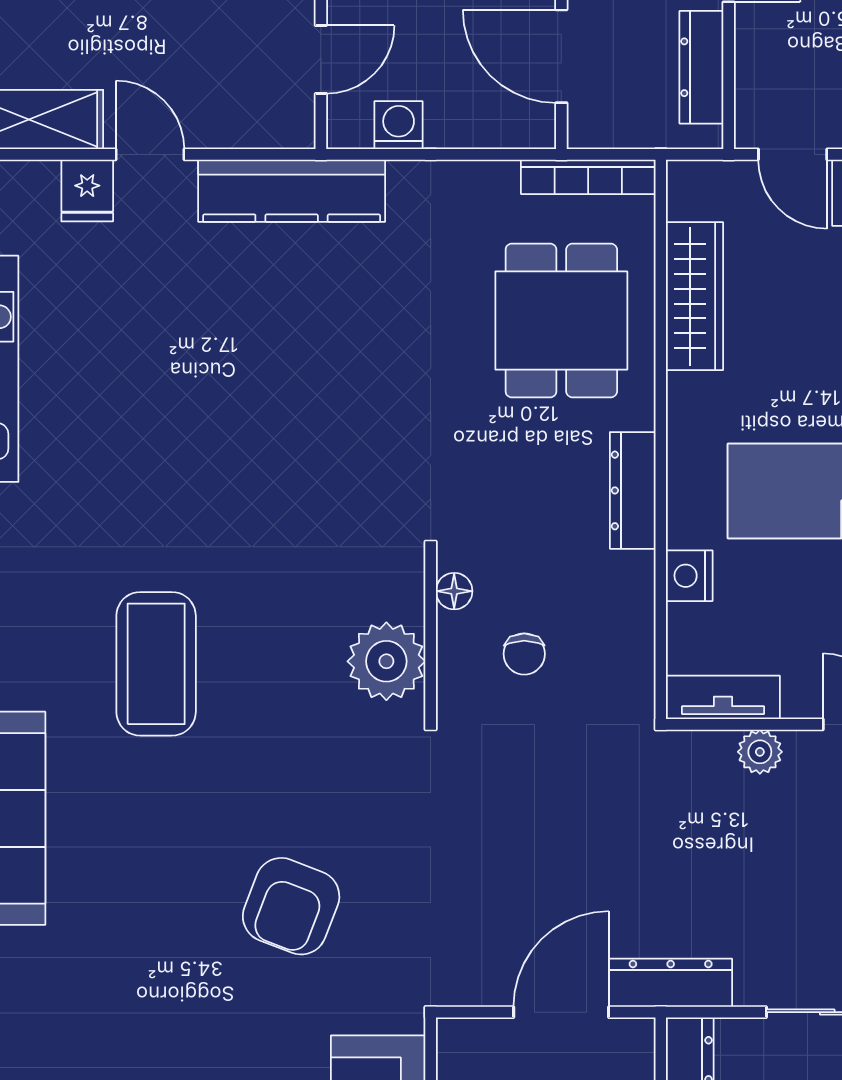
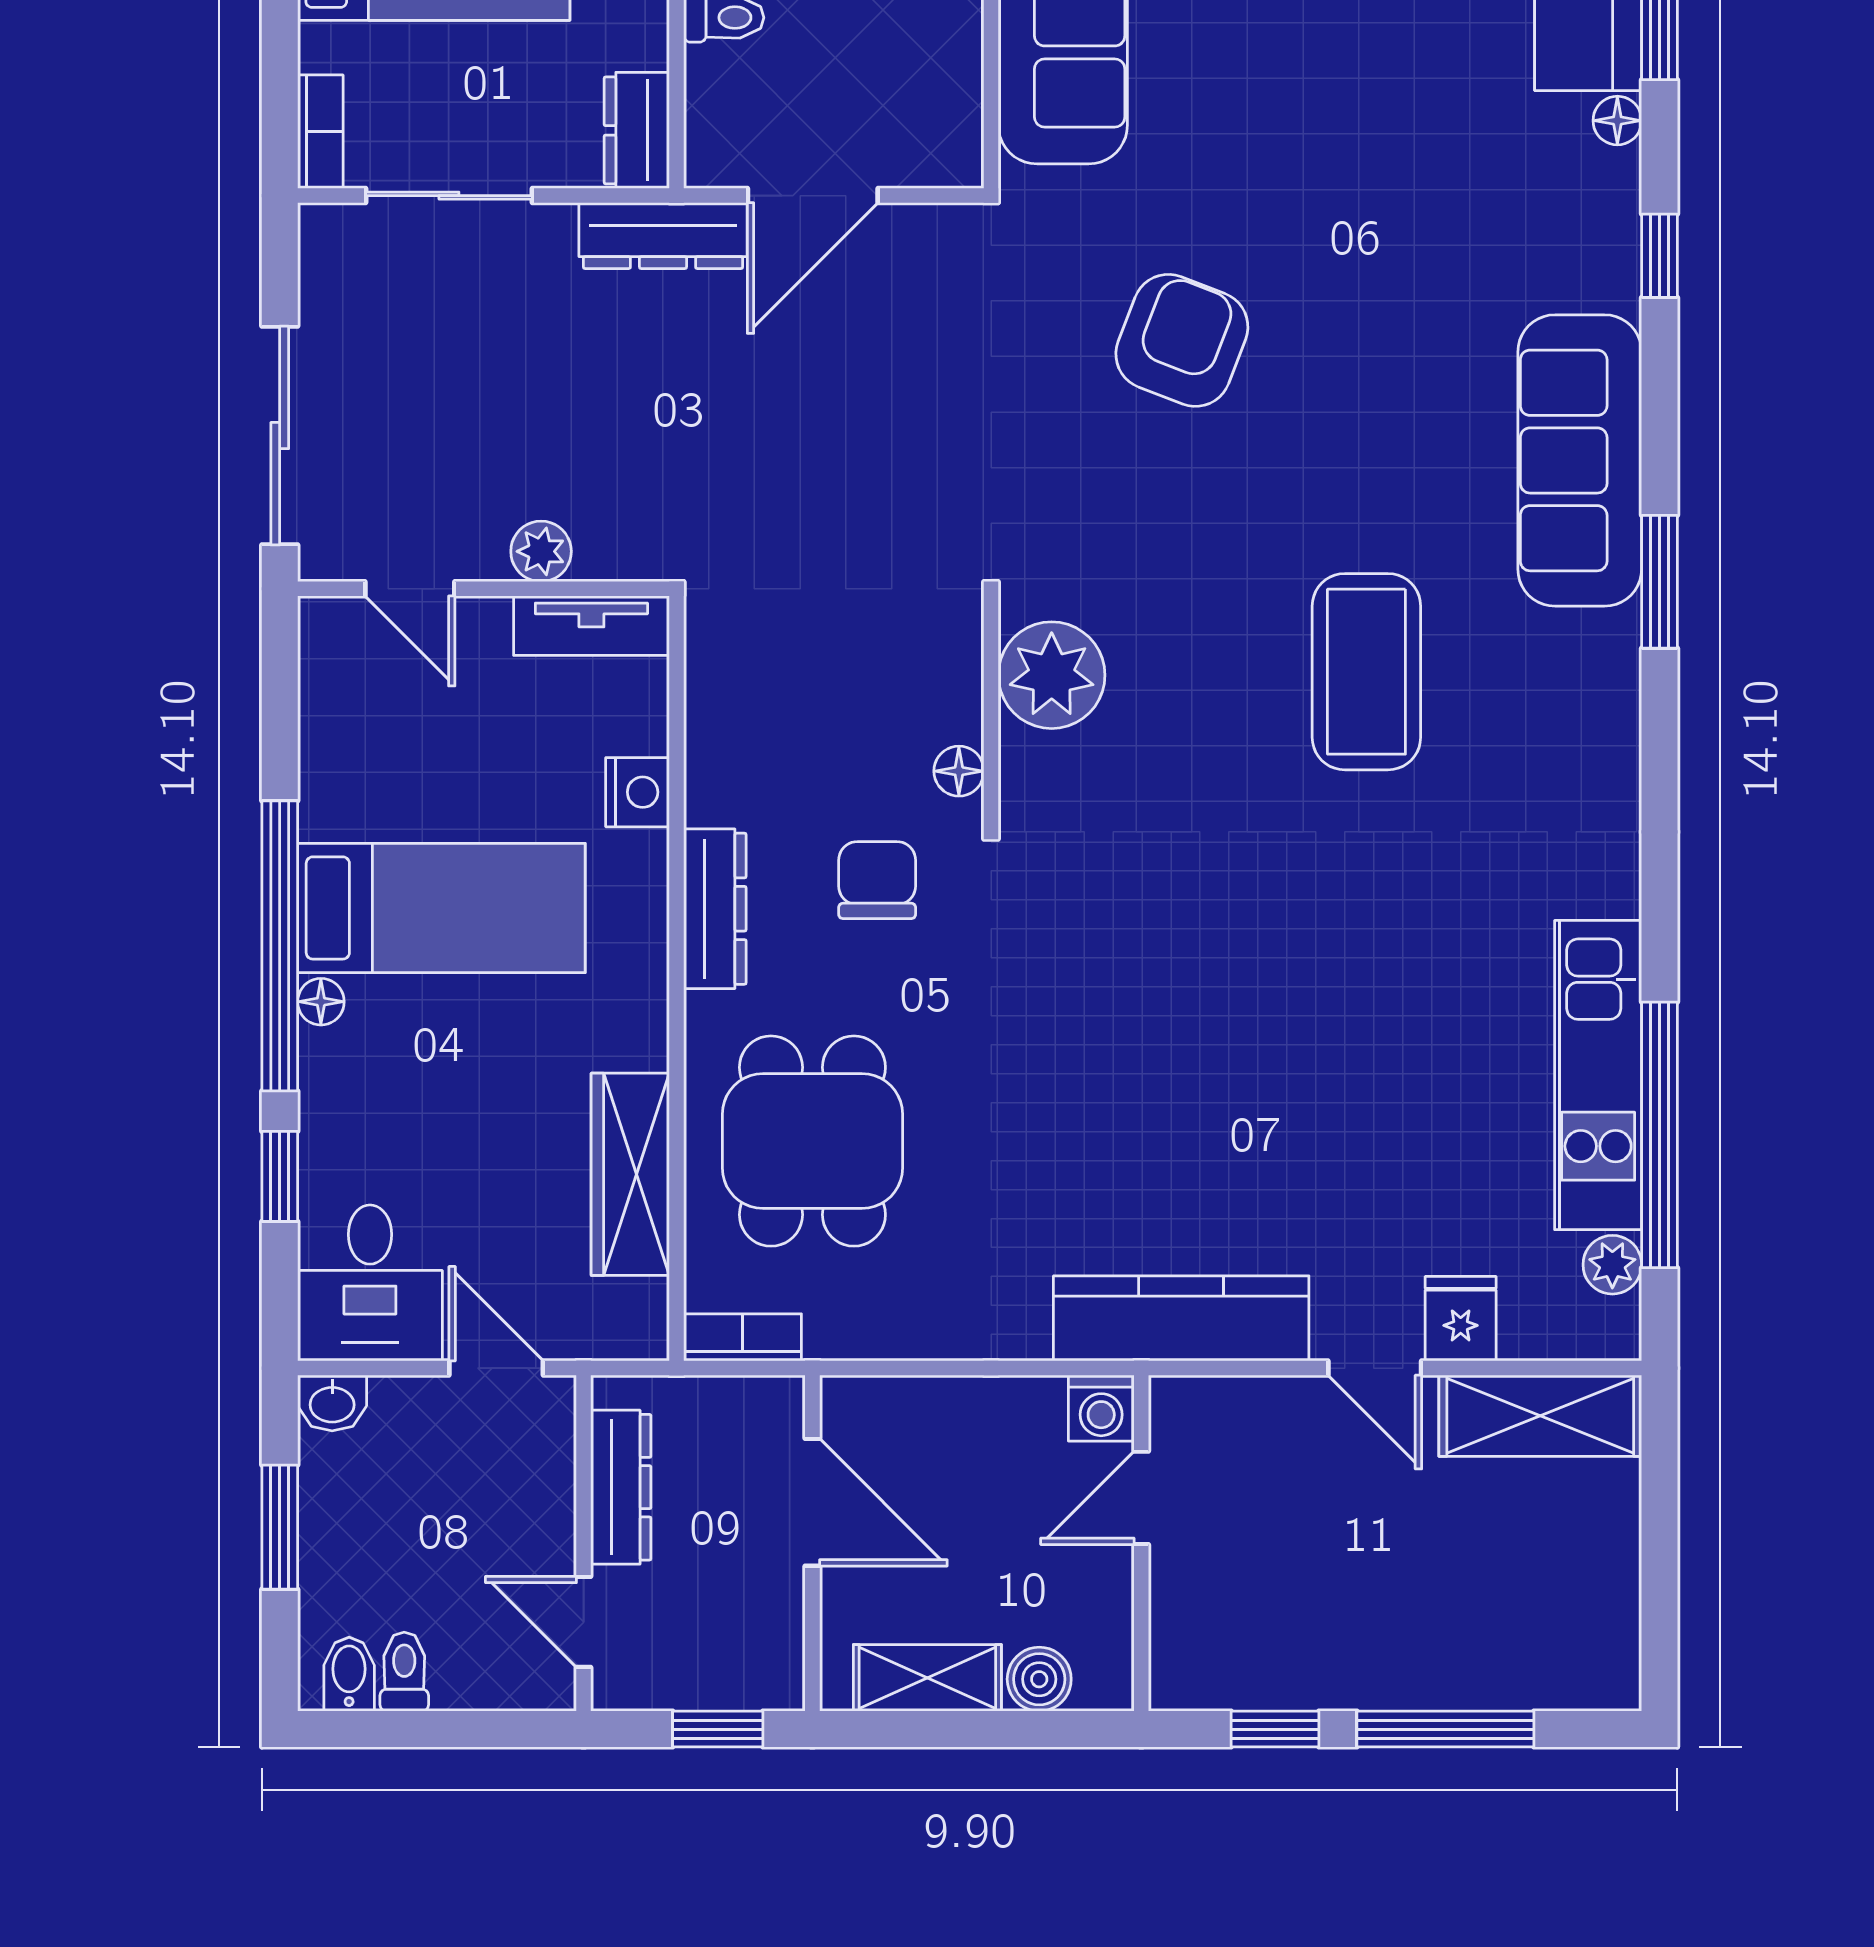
washing machine: (399, 125) -> (1101, 1408), moved
bookcase: (588, 177) -> (743, 1337), width x0.64
chair: (524, 654) -> (877, 880), moved, width x1.37, depth x1.37

